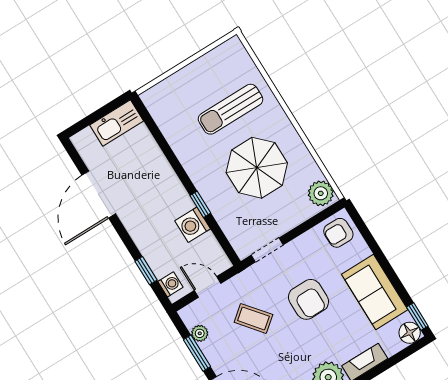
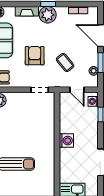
parasol: (257, 168) -> (21, 130), removed
window: (200, 204) -> (57, 129), removed
washing machine: (193, 225) -> (66, 141), moved

